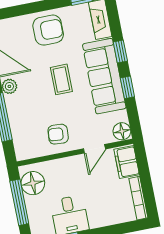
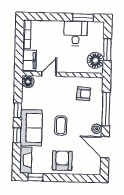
armchair: (48, 30) -> (62, 161), turned 90
sofa: (104, 76) -> (31, 128), width x0.73
armchair: (58, 134) -> (84, 94), moved
window: (19, 202) -> (107, 49), width x0.69

